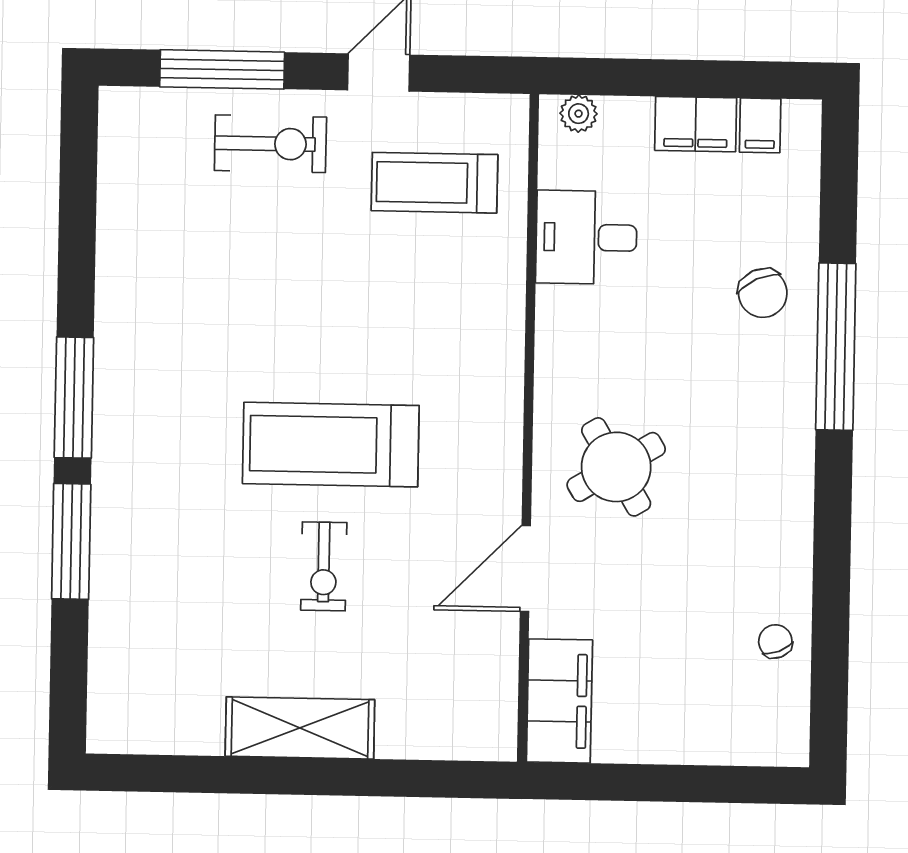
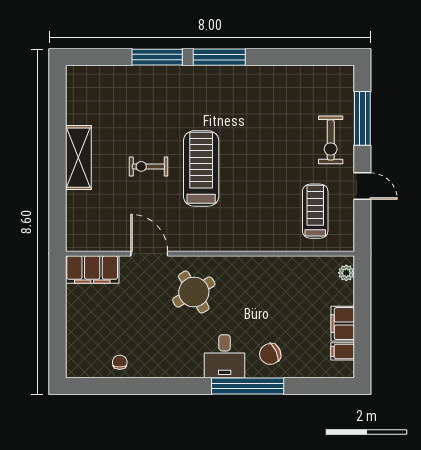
desk: (586, 237) -> (225, 356), moved, turned 180
chair: (775, 641) -> (120, 362), turned -68

